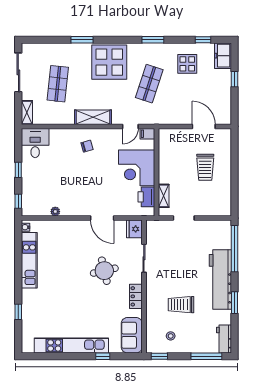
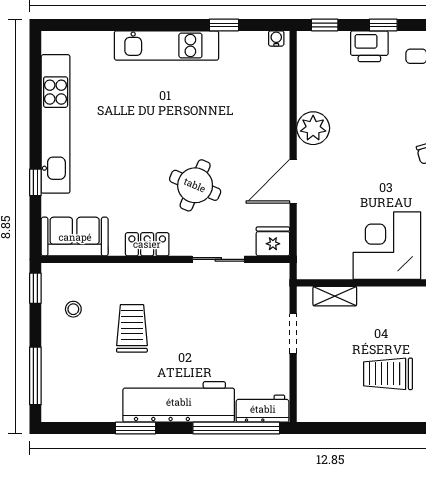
printer: (146, 197) -> (369, 46), moved, turned 180
plant: (55, 212) -> (313, 128), moved, width x1.88, depth x1.88
kitchen unit: (29, 260) -> (167, 45), moved
round table: (104, 271) -> (195, 185), turned 36
window: (18, 312) -> (224, 25), moved
workbench: (224, 339) -> (263, 409), moved

